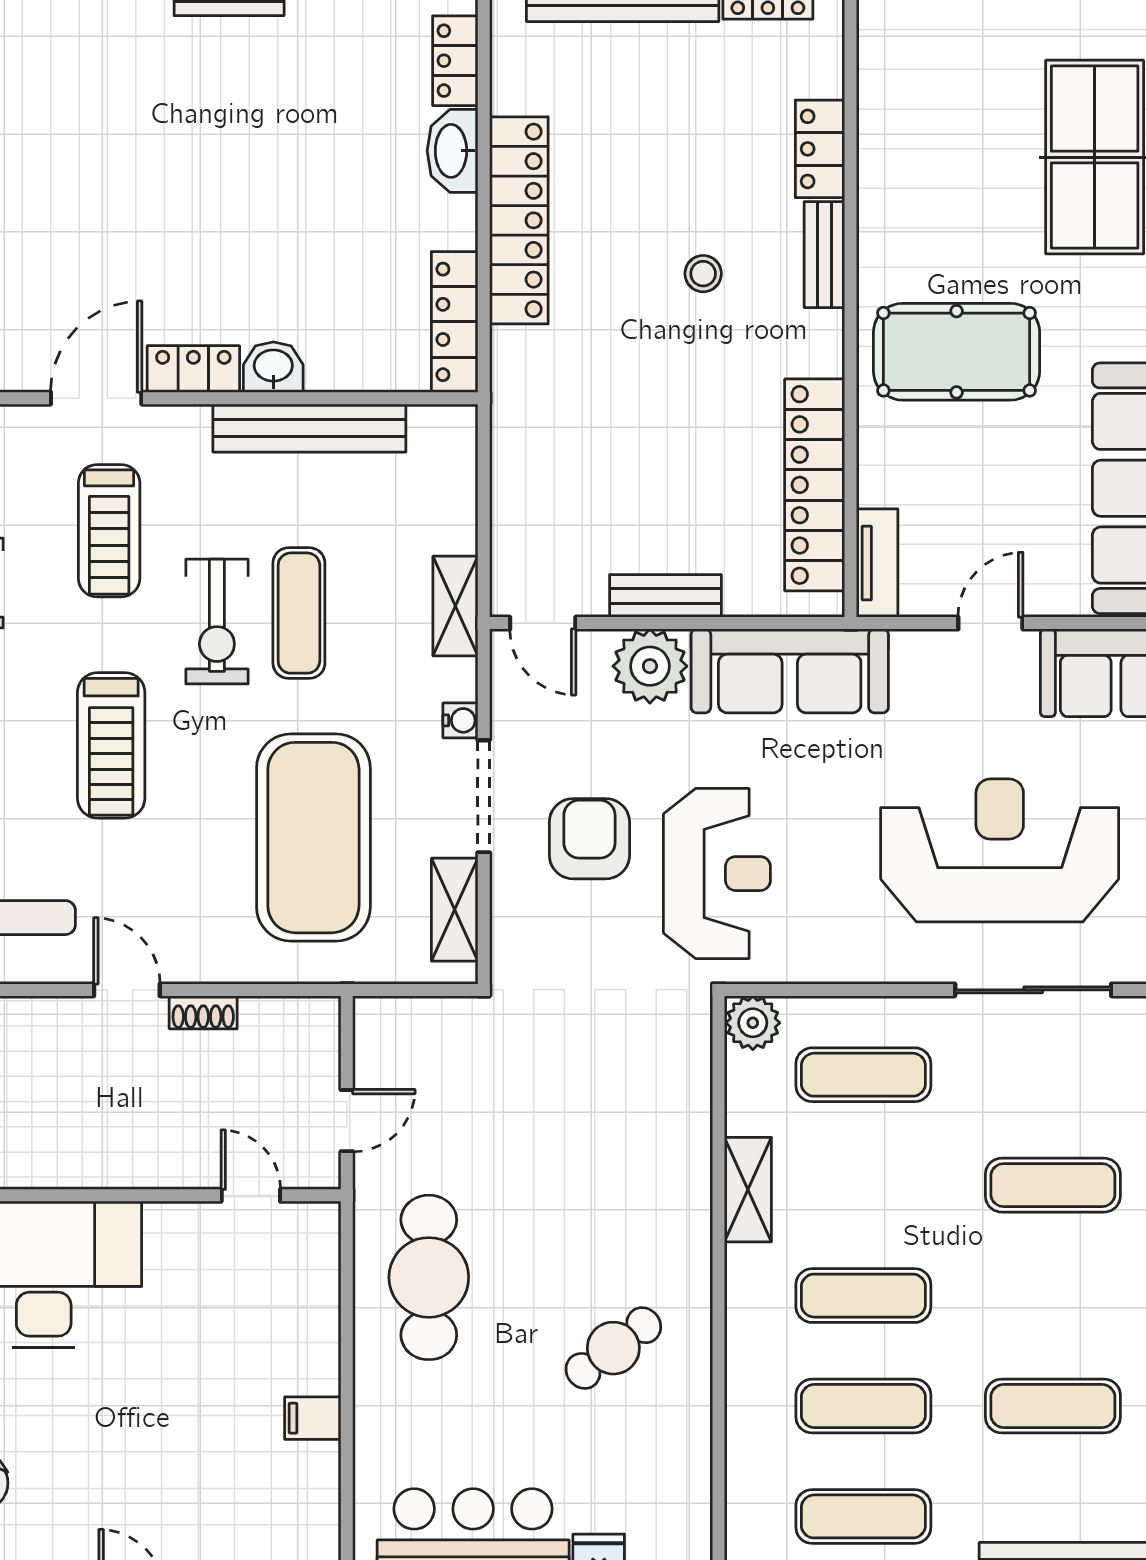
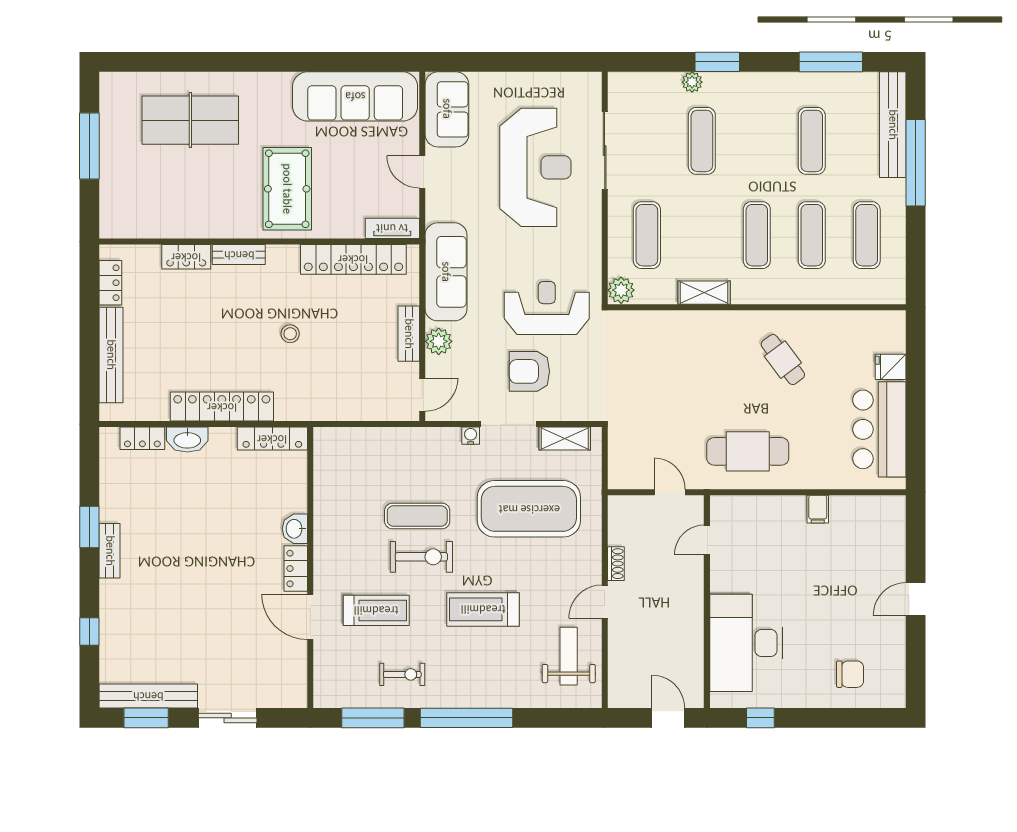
stool: (703, 274) -> (290, 334), moved
bench: (309, 428) -> (325, 511), removed
shelving: (455, 606) -> (414, 438), removed
plant: (650, 666) -> (439, 341), width x0.73, depth x0.73
treadmill: (111, 745) -> (483, 609), turned 180
reception desk: (1000, 850) -> (535, 167), turned 180

